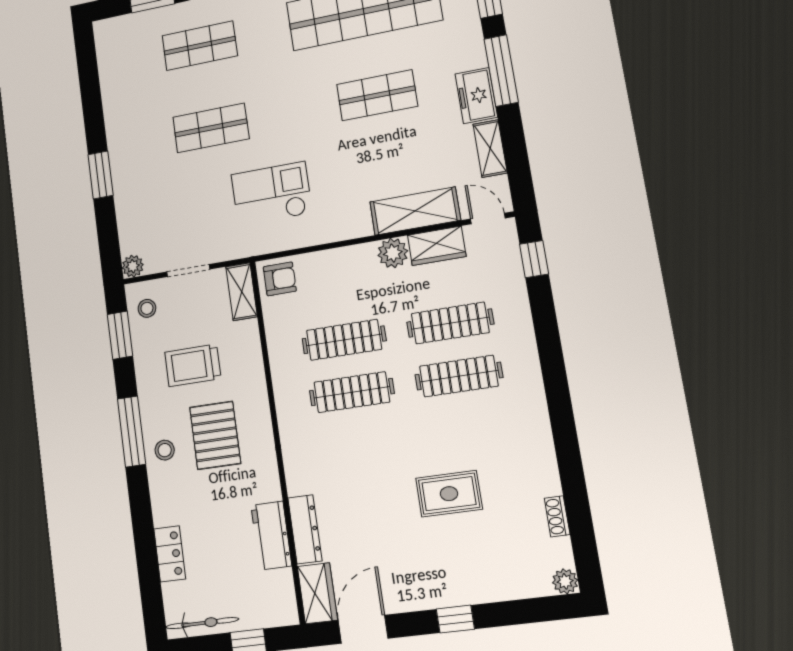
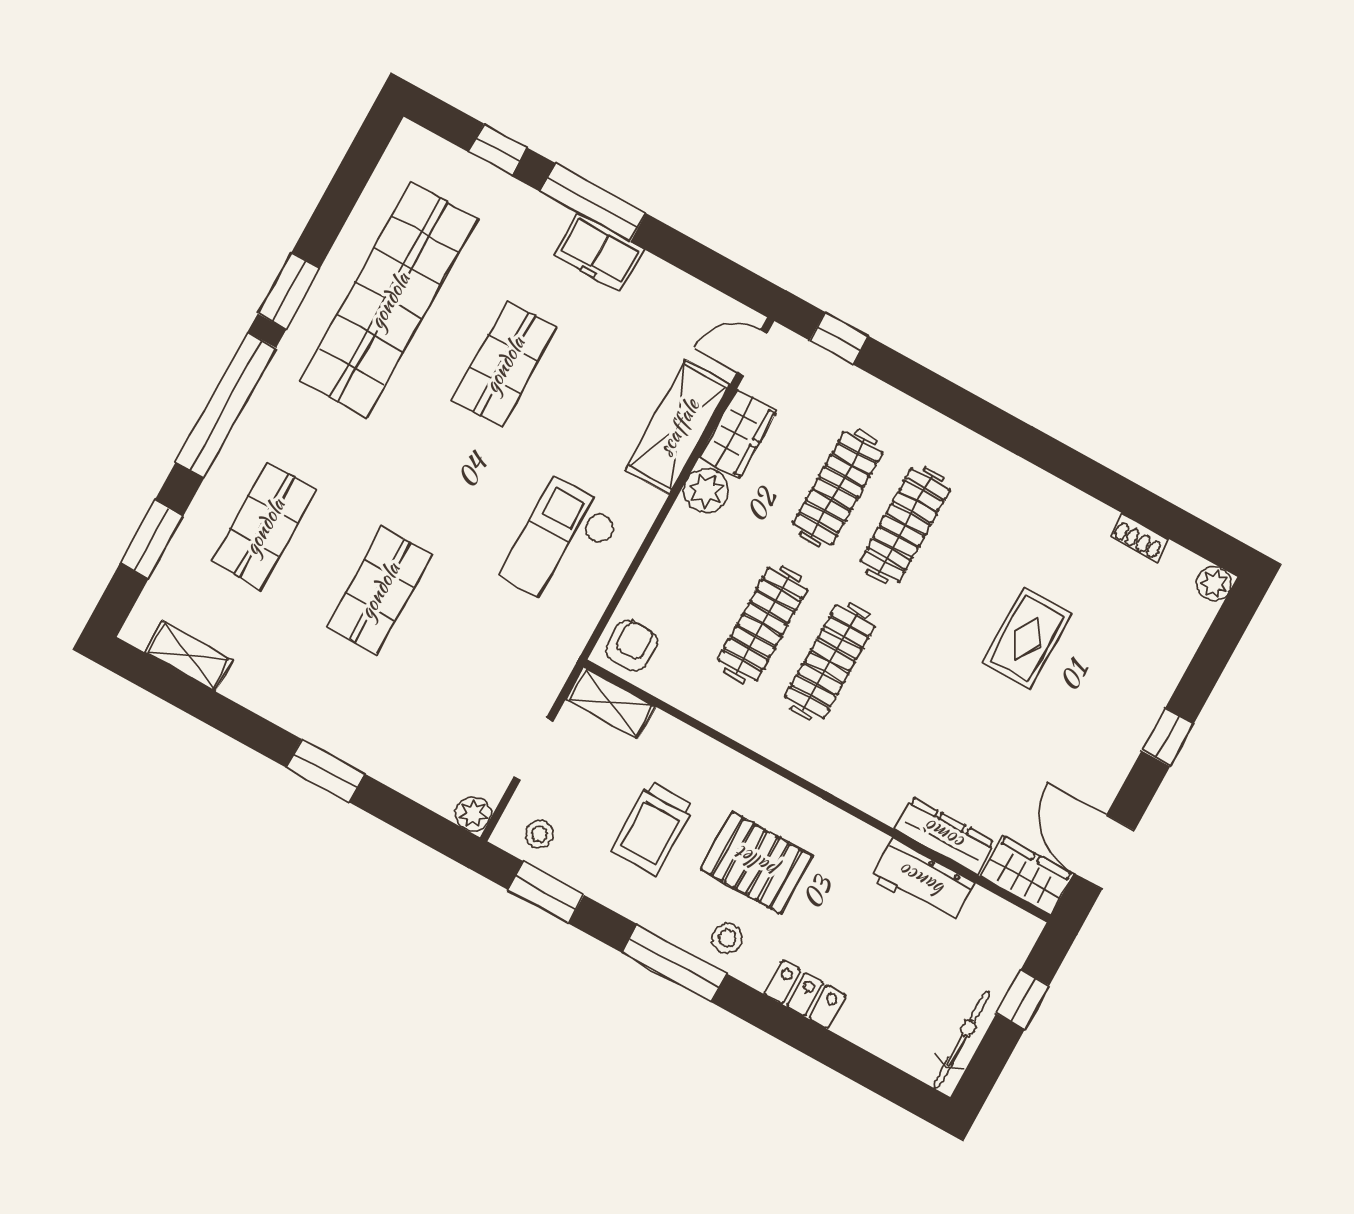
shelving: (490, 149) -> (189, 656), moved
checkout: (272, 194) -> (561, 545), moved
locker: (170, 554) -> (805, 994), moved

